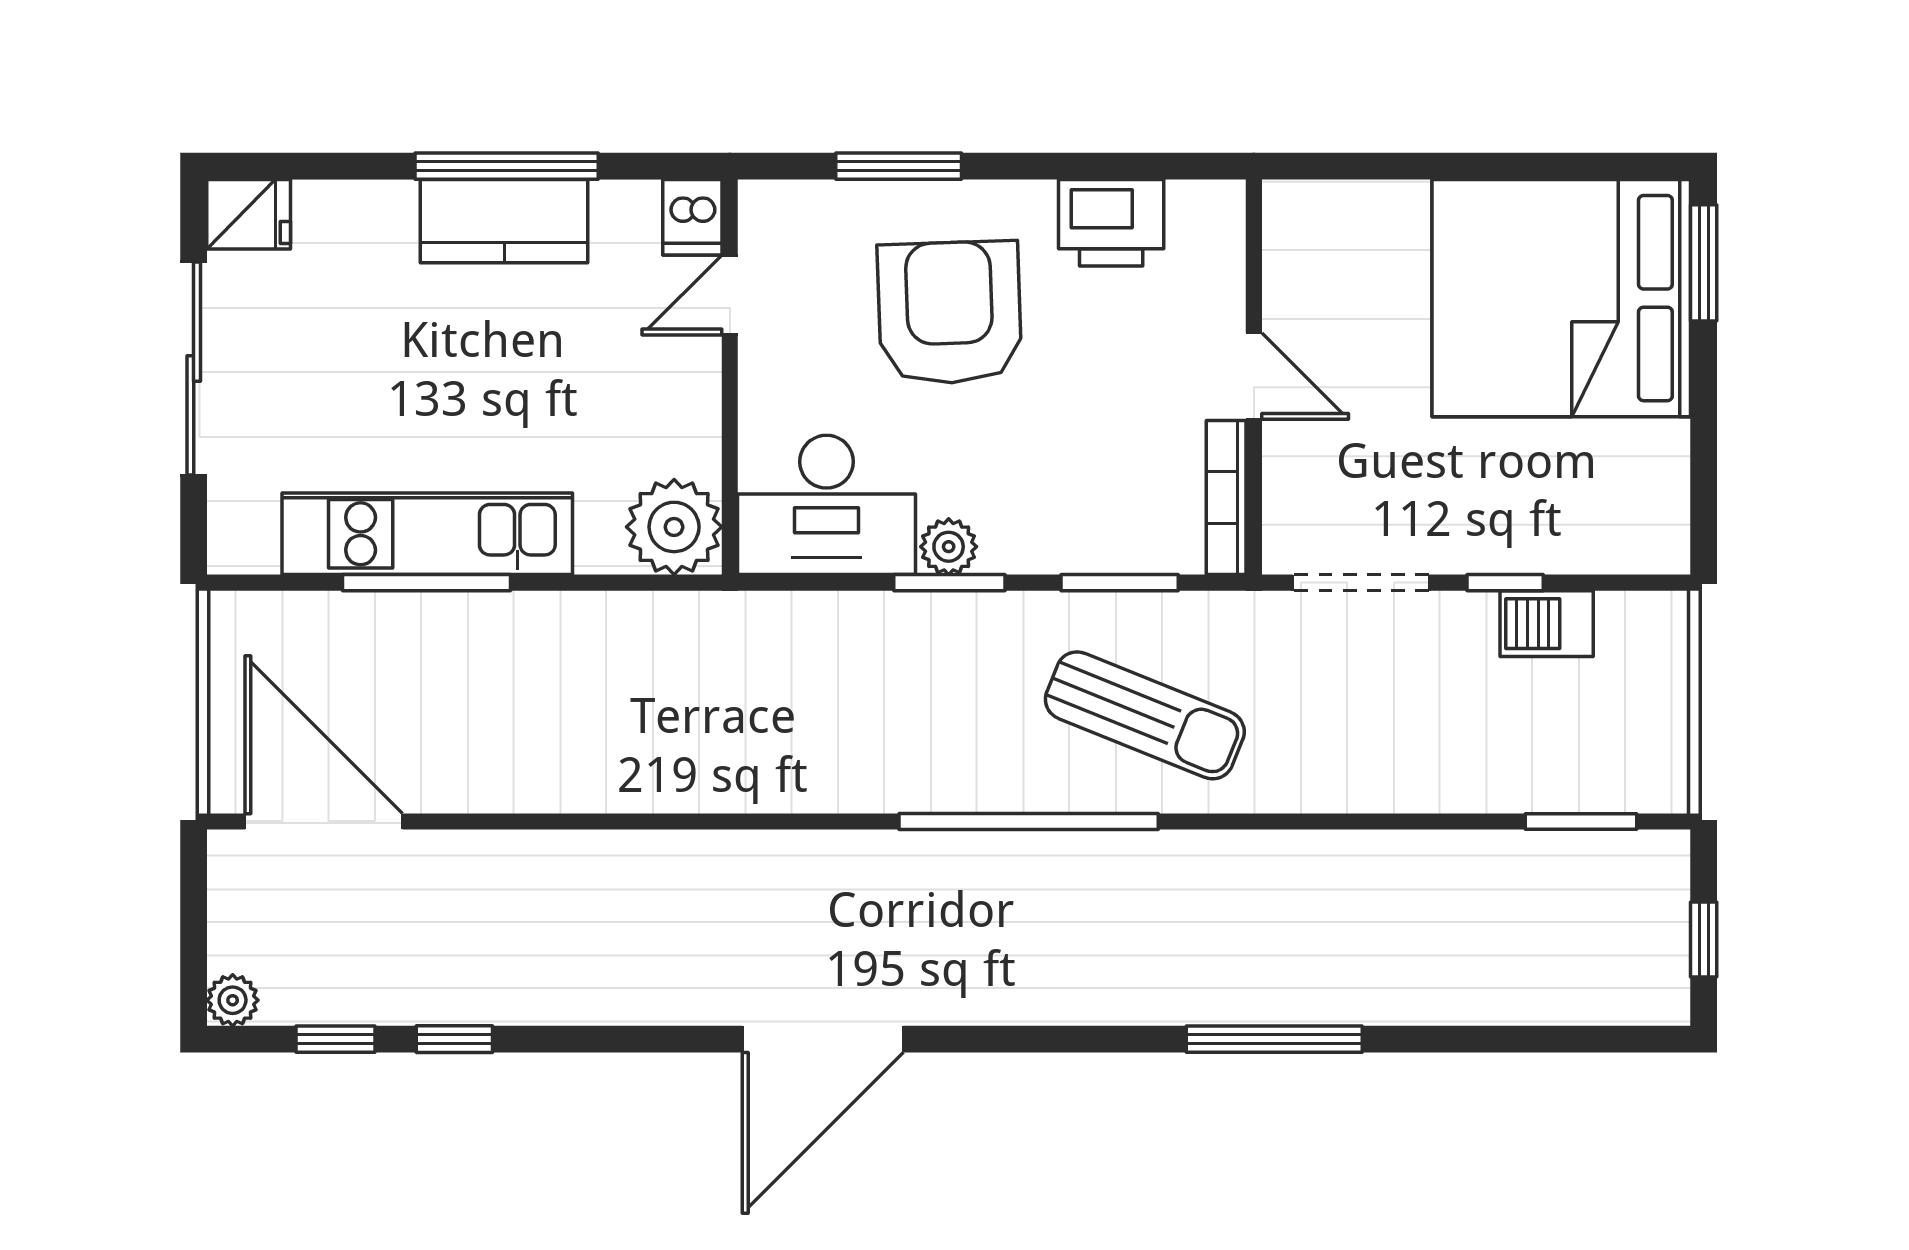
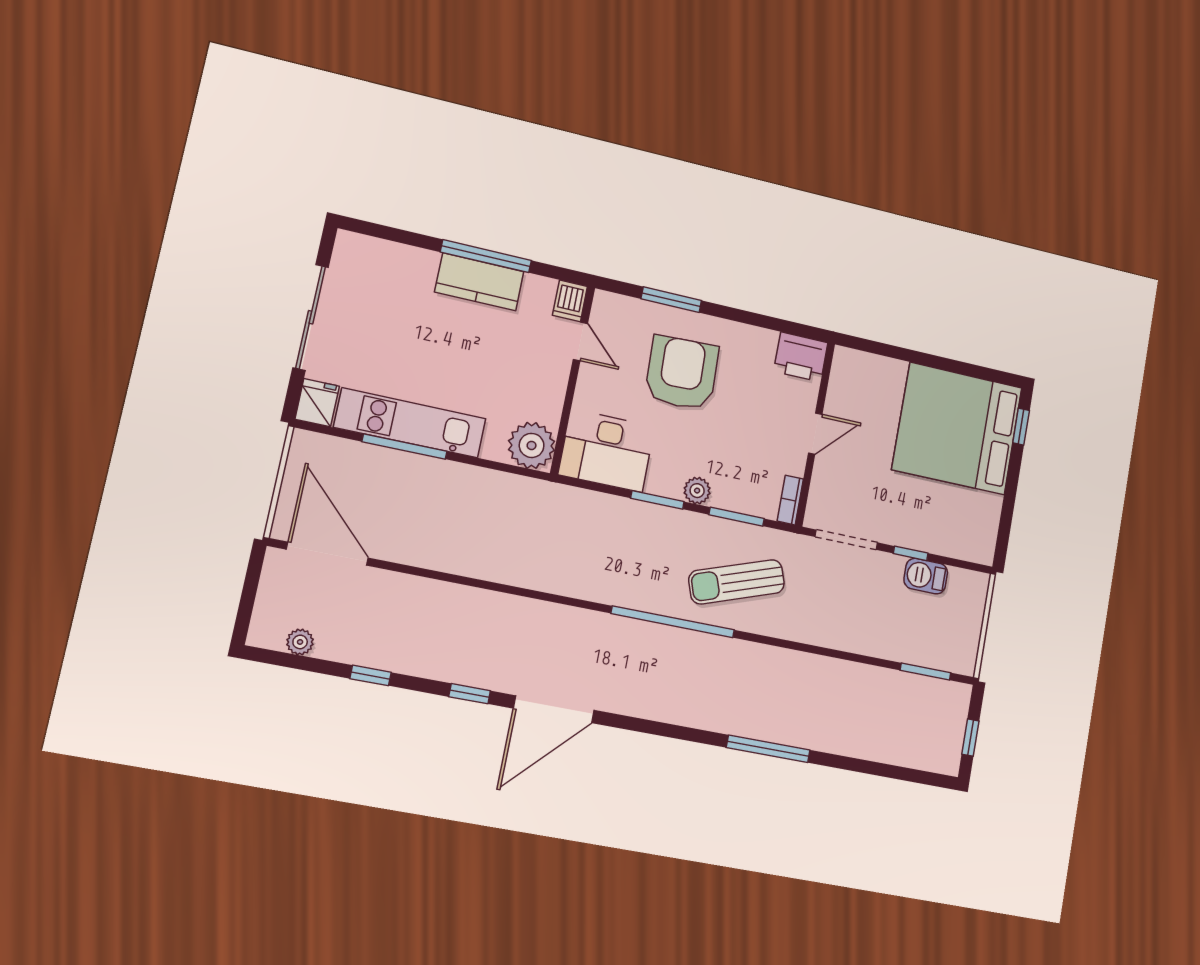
fridge: (249, 214) -> (317, 403), moved, turned -90
printer: (1111, 223) -> (801, 357), moved
window: (1704, 263) -> (1021, 427), width x0.67
door: (730, 295) -> (580, 341), swing flipped
door: (1254, 376) -> (815, 434), hinge flipped
bookcase: (1226, 498) -> (790, 500), width x0.64
plant: (949, 547) -> (697, 491), moved
sun lounger: (1145, 715) -> (737, 582), turned 139
plant: (233, 1000) -> (300, 642), moved
window: (336, 1039) -> (470, 694), moved

